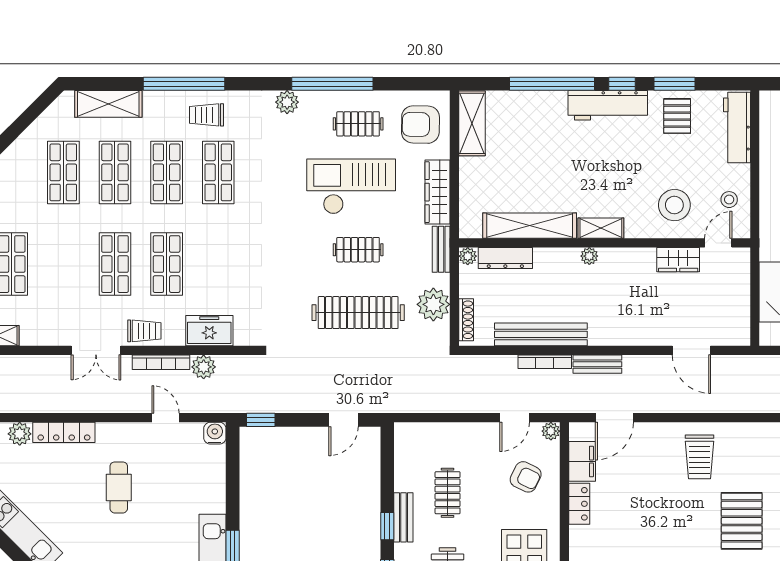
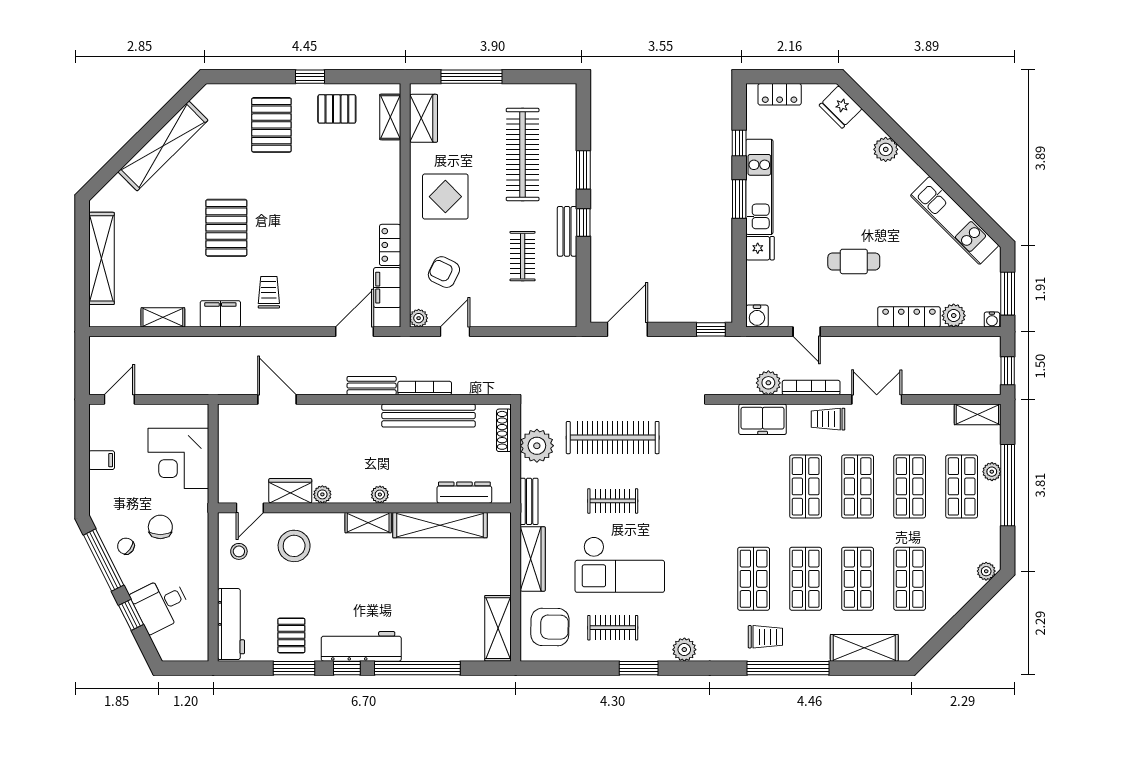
window: (332, 84) -> (639, 668), width x0.47
plant: (468, 256) -> (322, 494), moved
shop shelf: (63, 264) -> (910, 486), added
door: (344, 420) -> (627, 329), width x1.37
filing cabinet: (748, 435) -> (220, 314), added
trolley: (699, 457) -> (269, 292), width x0.73, depth x0.72
cafe table: (119, 487) -> (854, 261), turned 90
fridge: (212, 501) -> (760, 248), added

